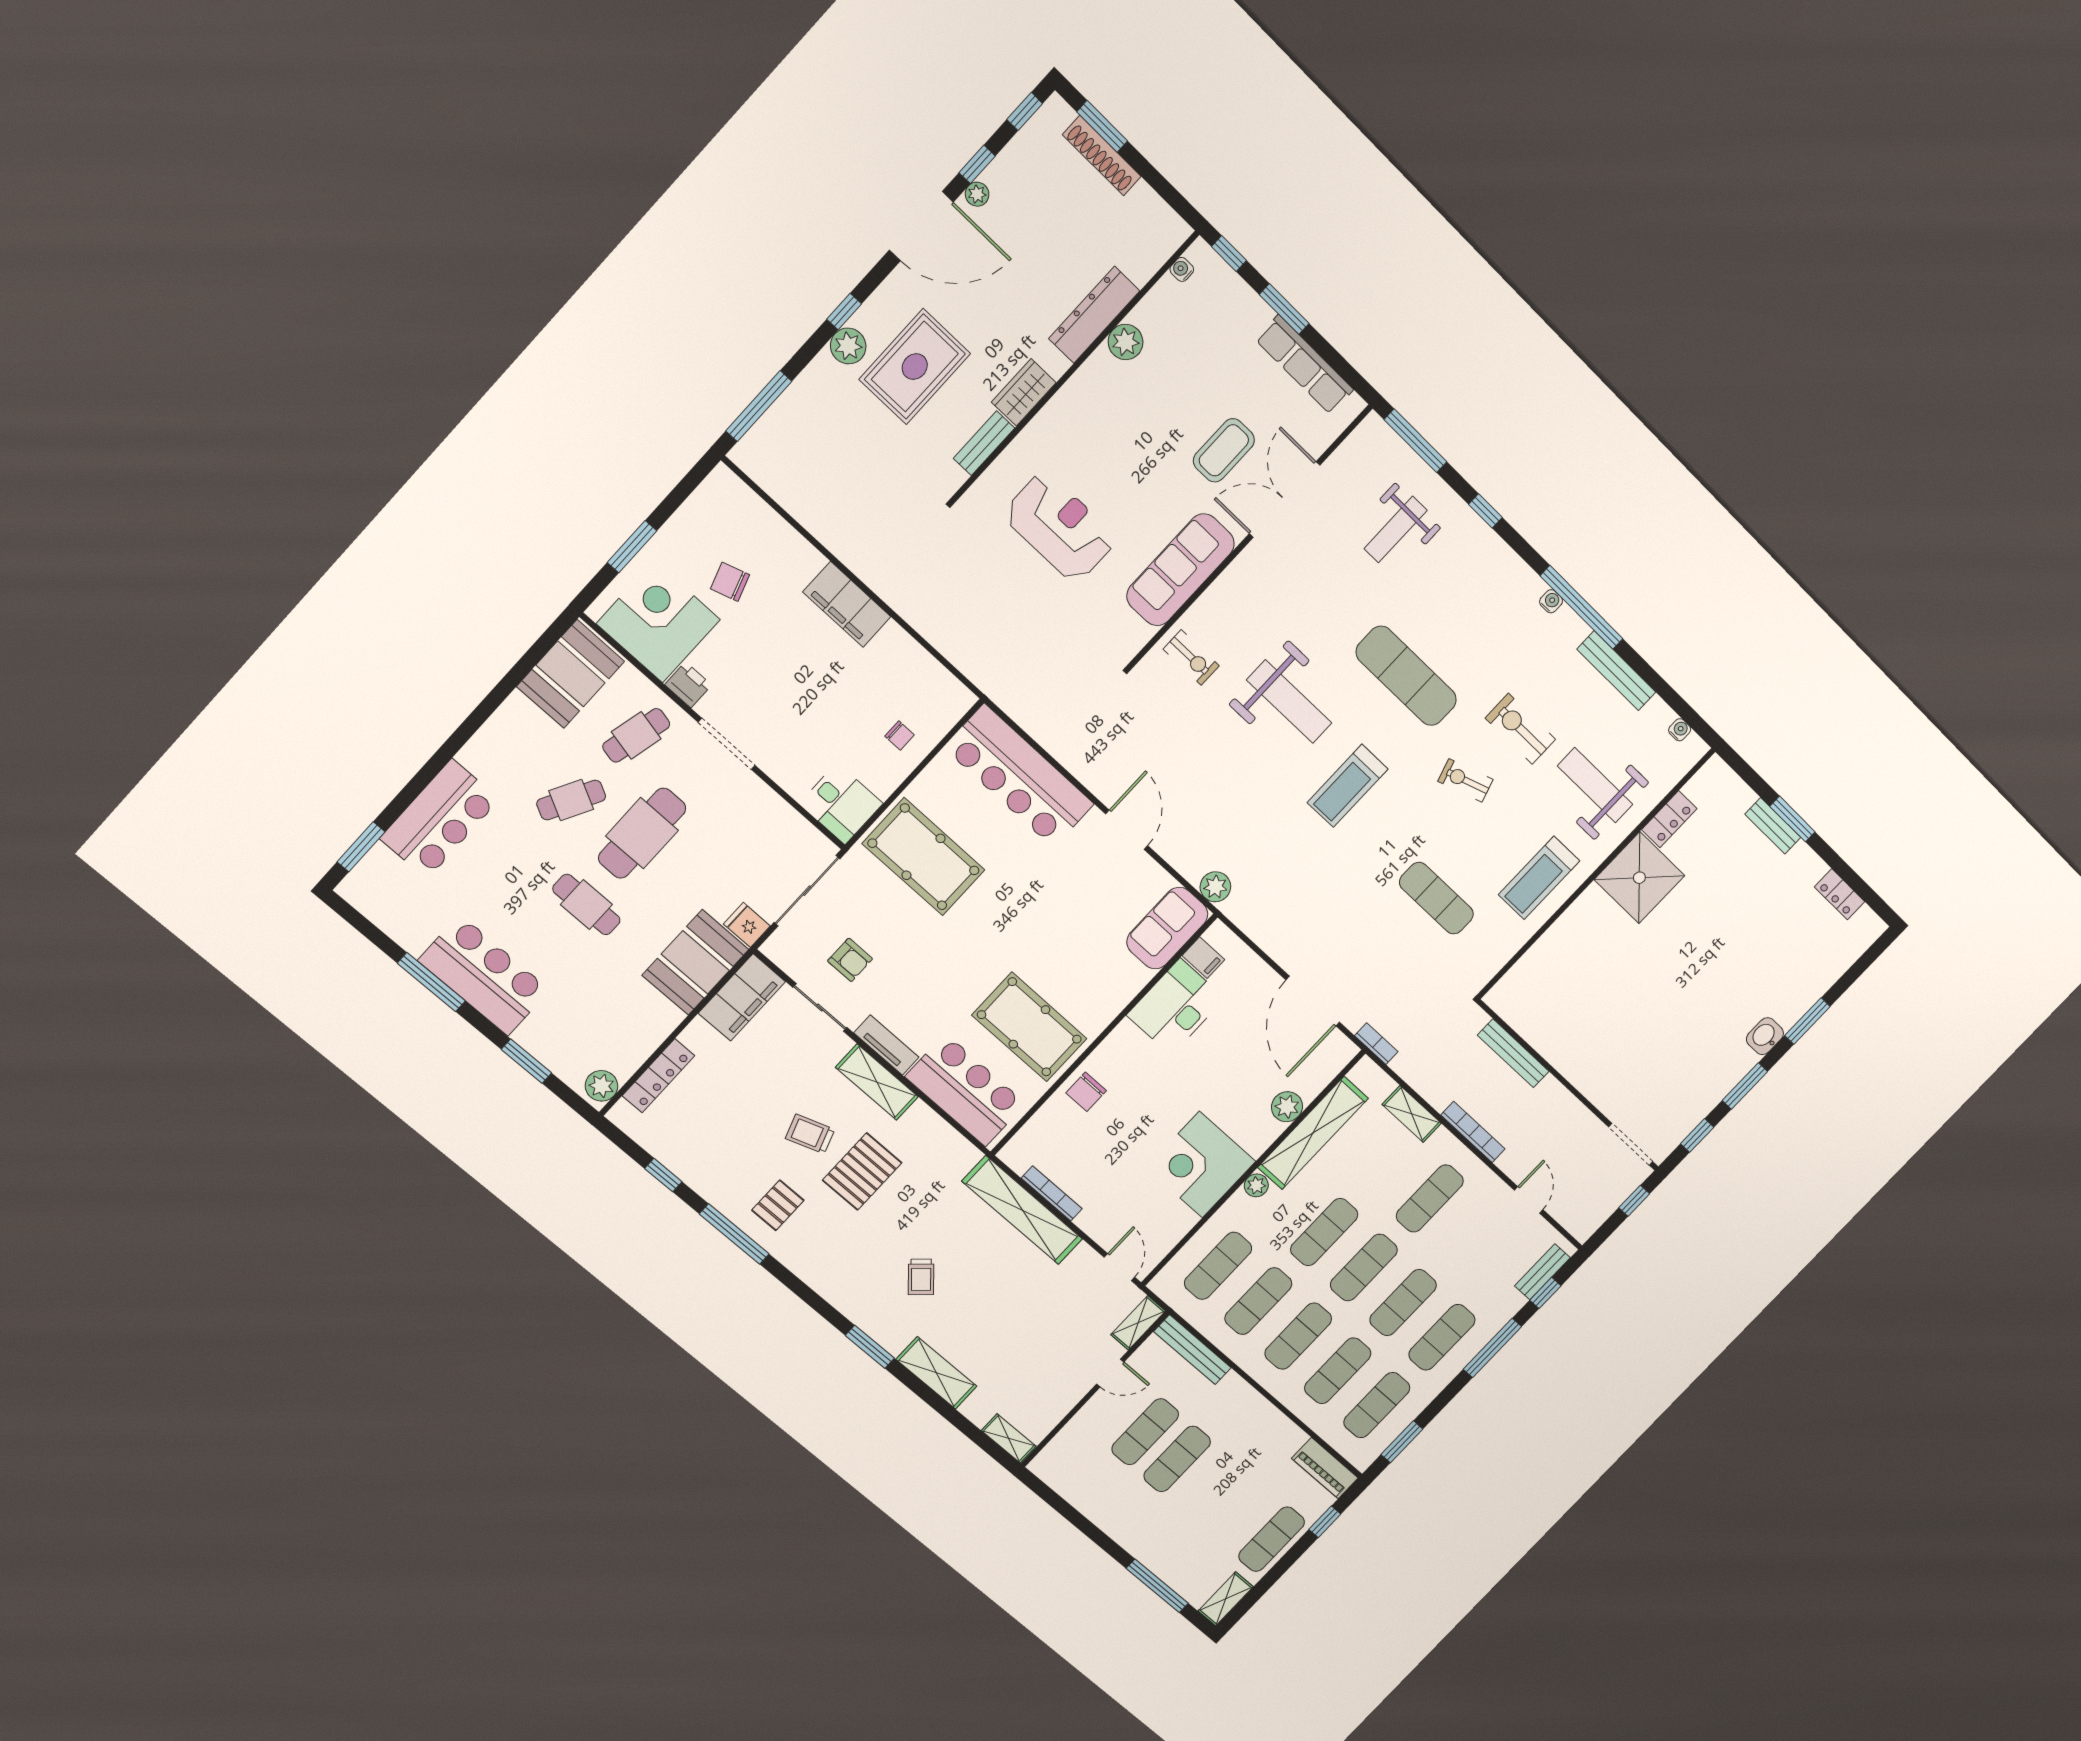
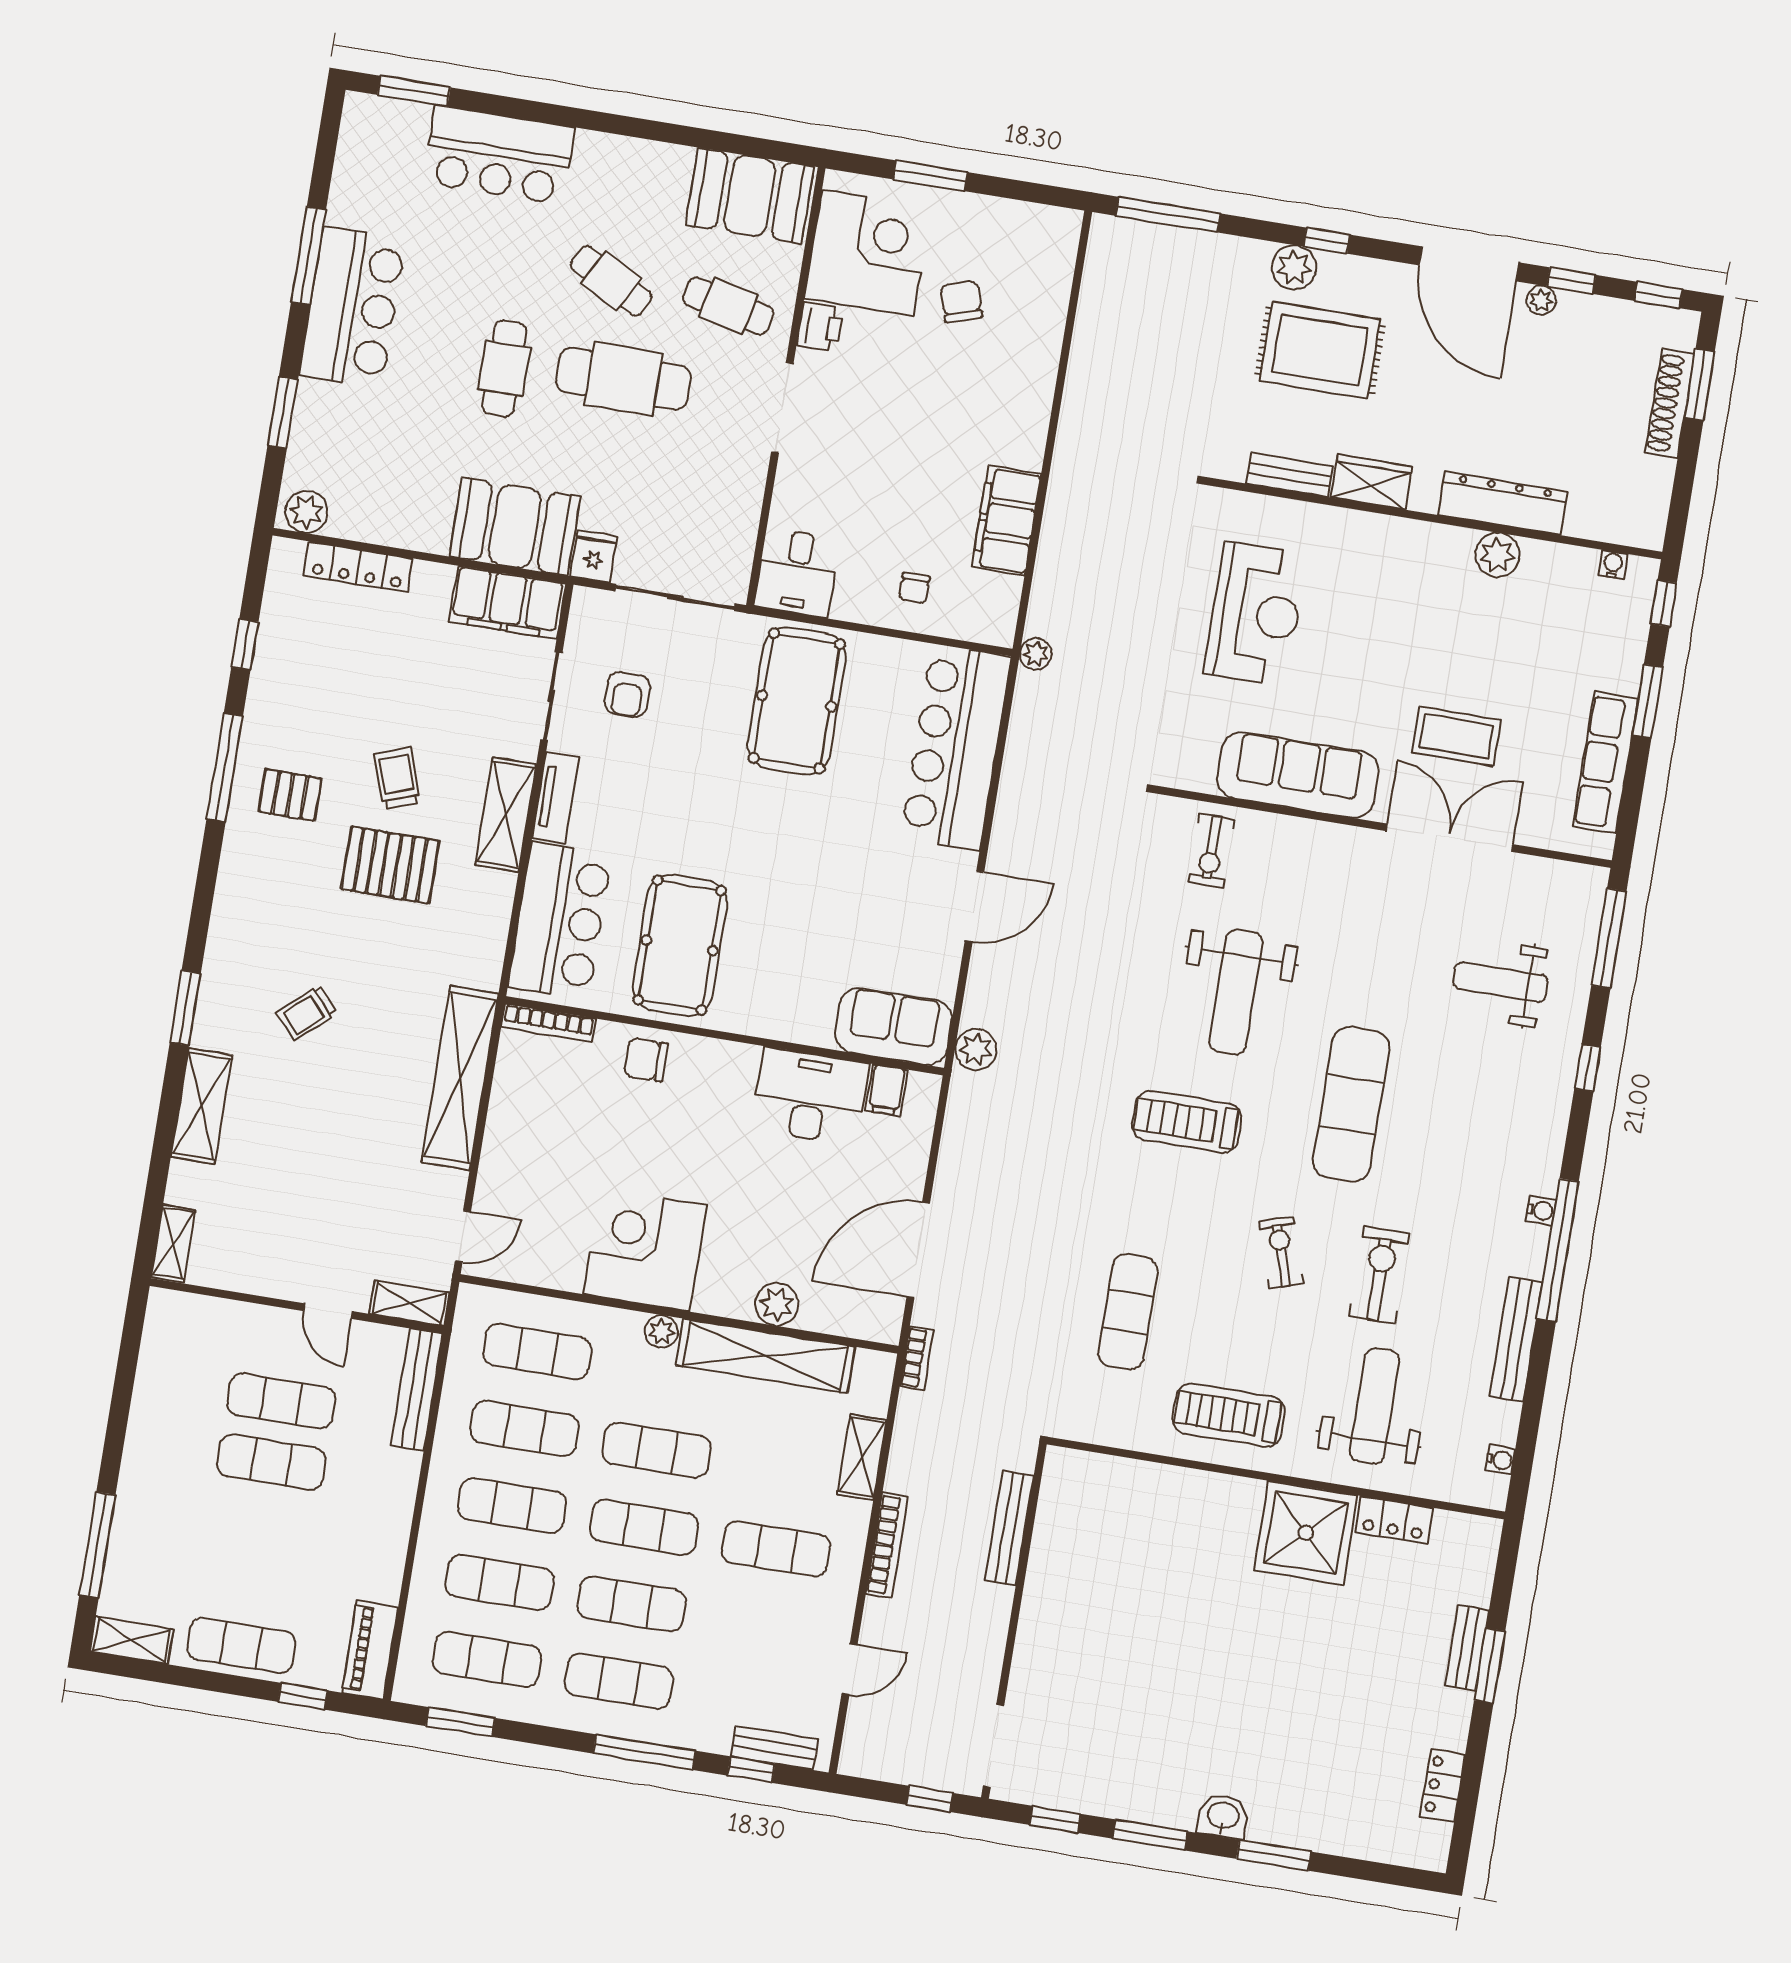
filing cabinet: (847, 604) -> (1006, 521), moved
plant: (993, 686) -> (1036, 654), added
bookcase: (1052, 1193) -> (548, 1023), moved, turned 90

